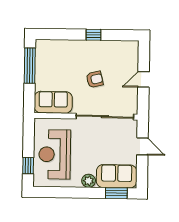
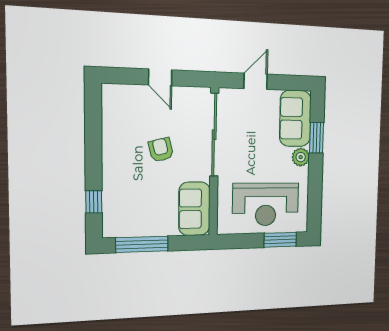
window: (93, 35) -> (94, 202), moved
window: (28, 166) -> (280, 240), width x1.50
window: (116, 193) -> (317, 138), moved

